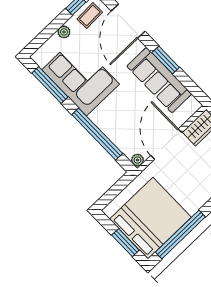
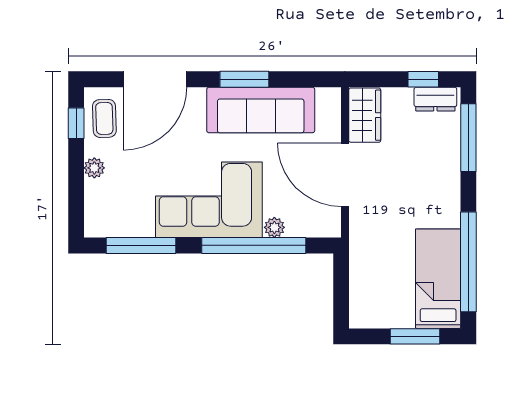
door: (128, 21) -> (155, 79), hinge flipped
corner sofa: (81, 77) -> (209, 200), moved
plant: (138, 160) -> (274, 227), moved
bed: (150, 218) -> (438, 279), width x0.49

